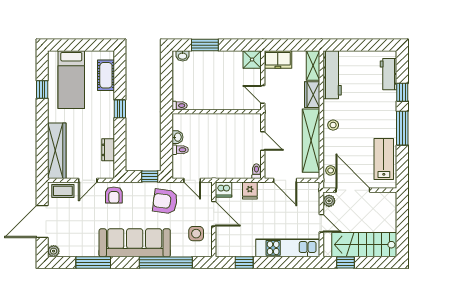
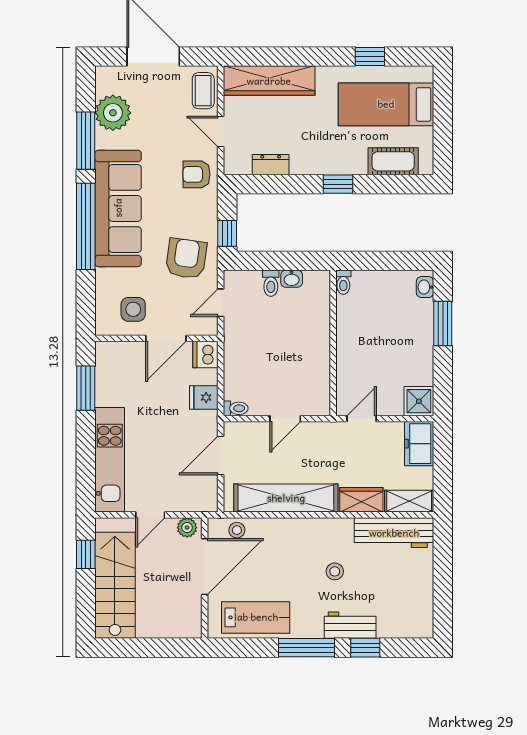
workbench: (389, 74) -> (350, 625), moved
stool: (333, 125) -> (335, 571), moved
plant: (54, 251) -> (113, 113), moved, width x1.88, depth x1.88
window: (166, 263) -> (86, 226), moved
window: (244, 263) -> (86, 388), width x1.50

